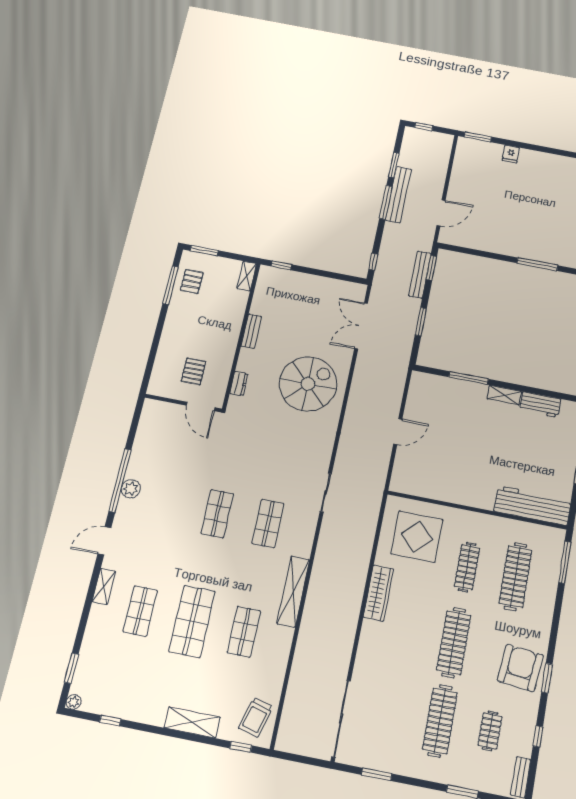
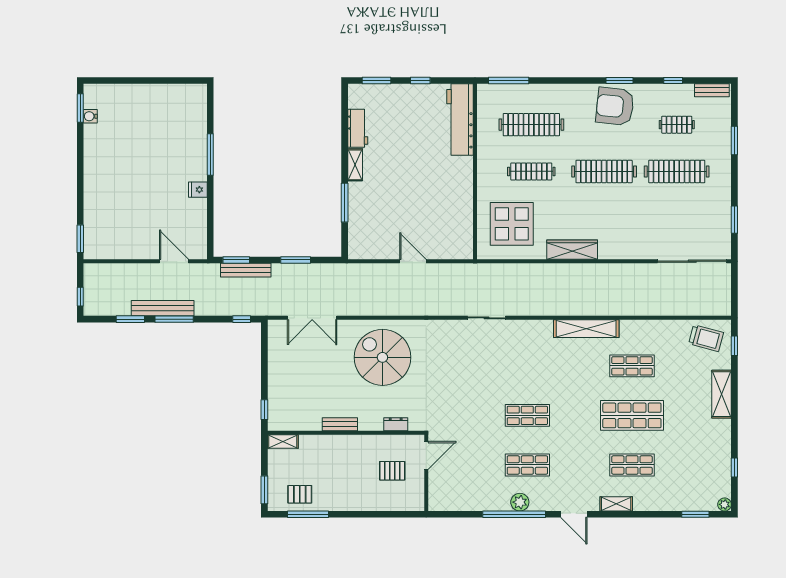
fridge: (511, 154) -> (198, 190), moved, turned 180
shop shelf: (268, 524) -> (527, 465), moved

